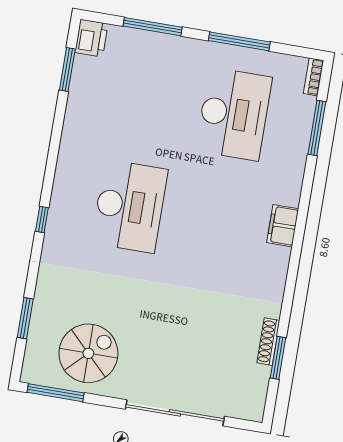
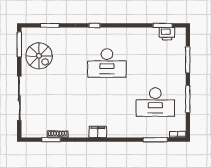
printer: (91, 38) -> (167, 34), moved
filing cabinet: (283, 226) -> (98, 132), moved

